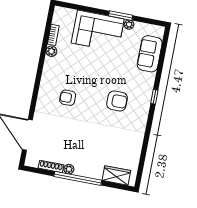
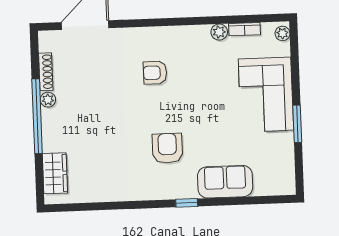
plant: (129, 25) -> (282, 33), moved
sofa: (150, 54) -> (225, 182), moved
armchair: (68, 98) -> (155, 73), turned -90
armchair: (117, 101) -> (167, 148), turned 180

